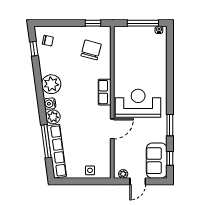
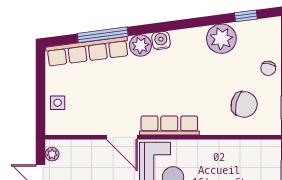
chair: (48, 41) -> (268, 68), moved
plant: (51, 84) -> (221, 39), moved
row of seats: (105, 92) -> (169, 125), width x1.48

